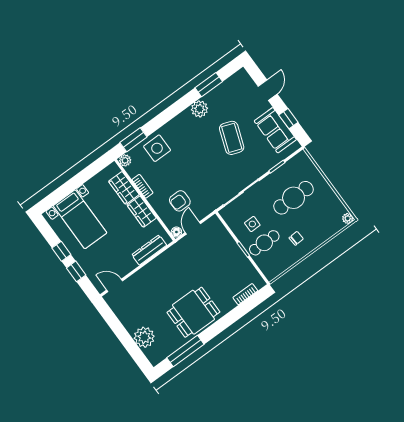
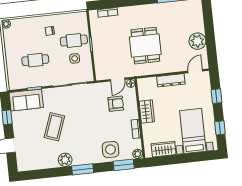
window: (209, 85) -> (83, 169), moved
sofa: (275, 130) -> (26, 100), moved, turned 90
wardrobe: (124, 188) -> (164, 149), moved, turned -90
cafe table: (294, 198) -> (35, 60), width x0.73, depth x0.74
dresser: (149, 250) -> (171, 80), moved
window: (61, 251) -> (220, 128), moved
door: (115, 285) -> (195, 71), swing flipped
dining table: (193, 312) -> (145, 46), moved, turned 90
plant: (144, 337) -> (197, 41), moved

